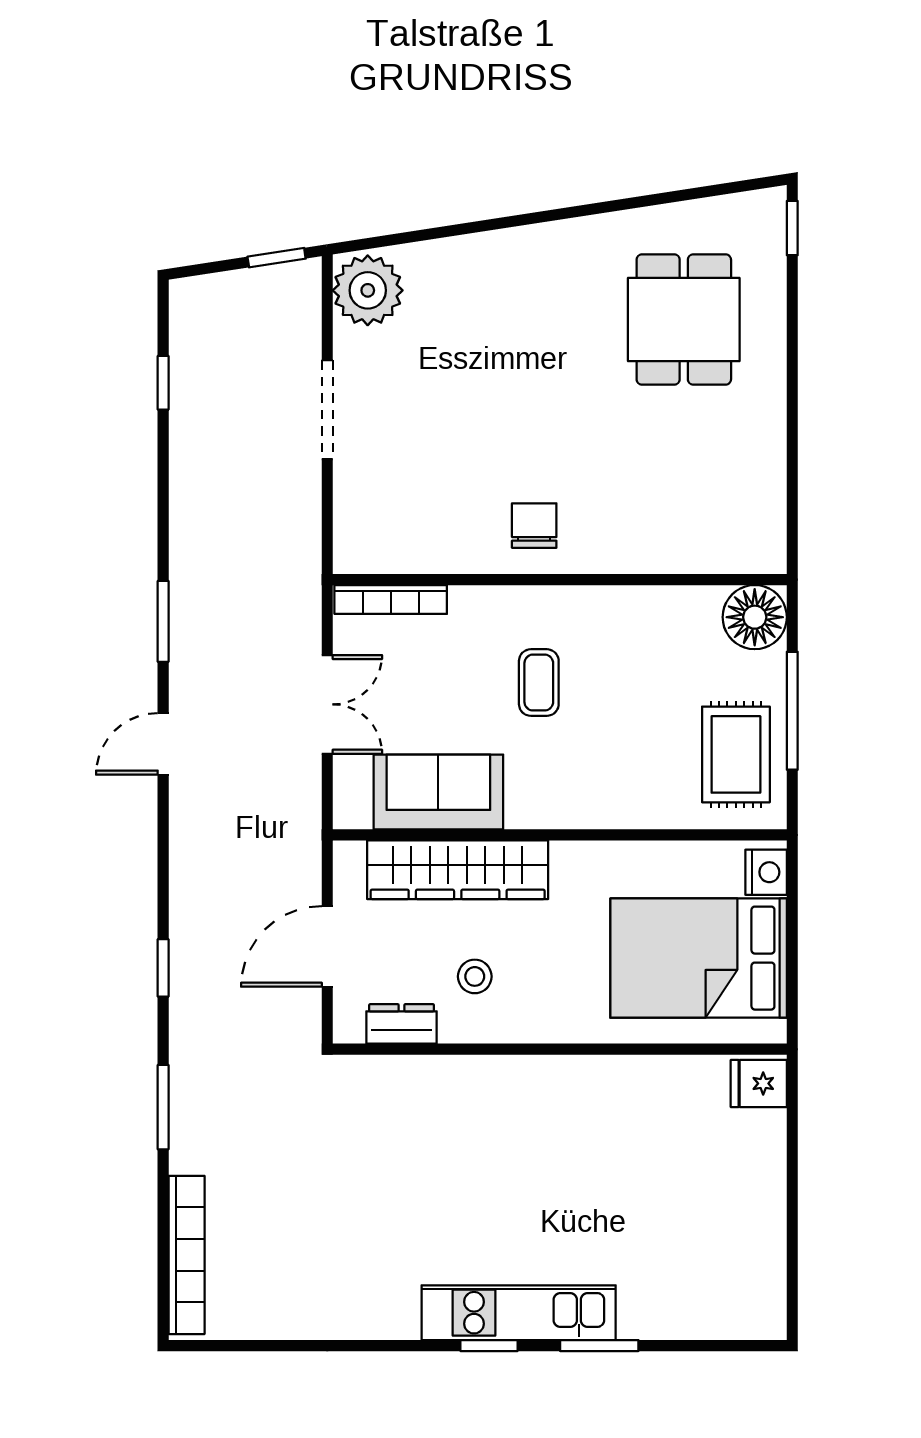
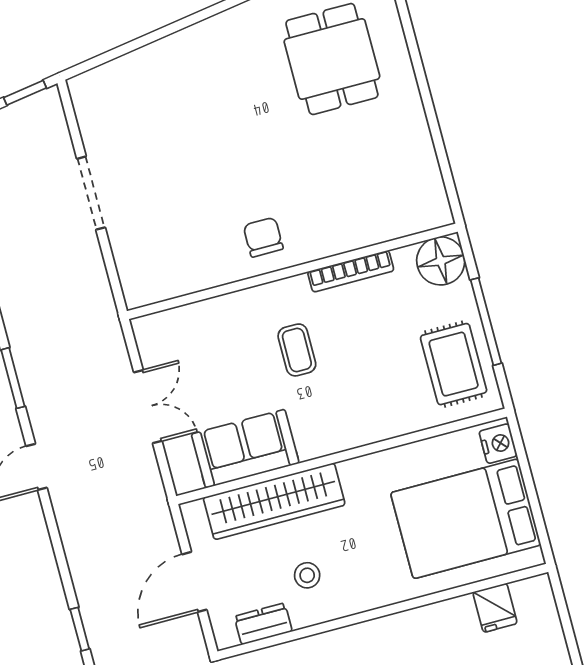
plant: (368, 290) -> (97, 99), removed
bookcase: (391, 599) -> (351, 271), moved
fridge: (759, 1083) -> (495, 608), moved, turned -90

